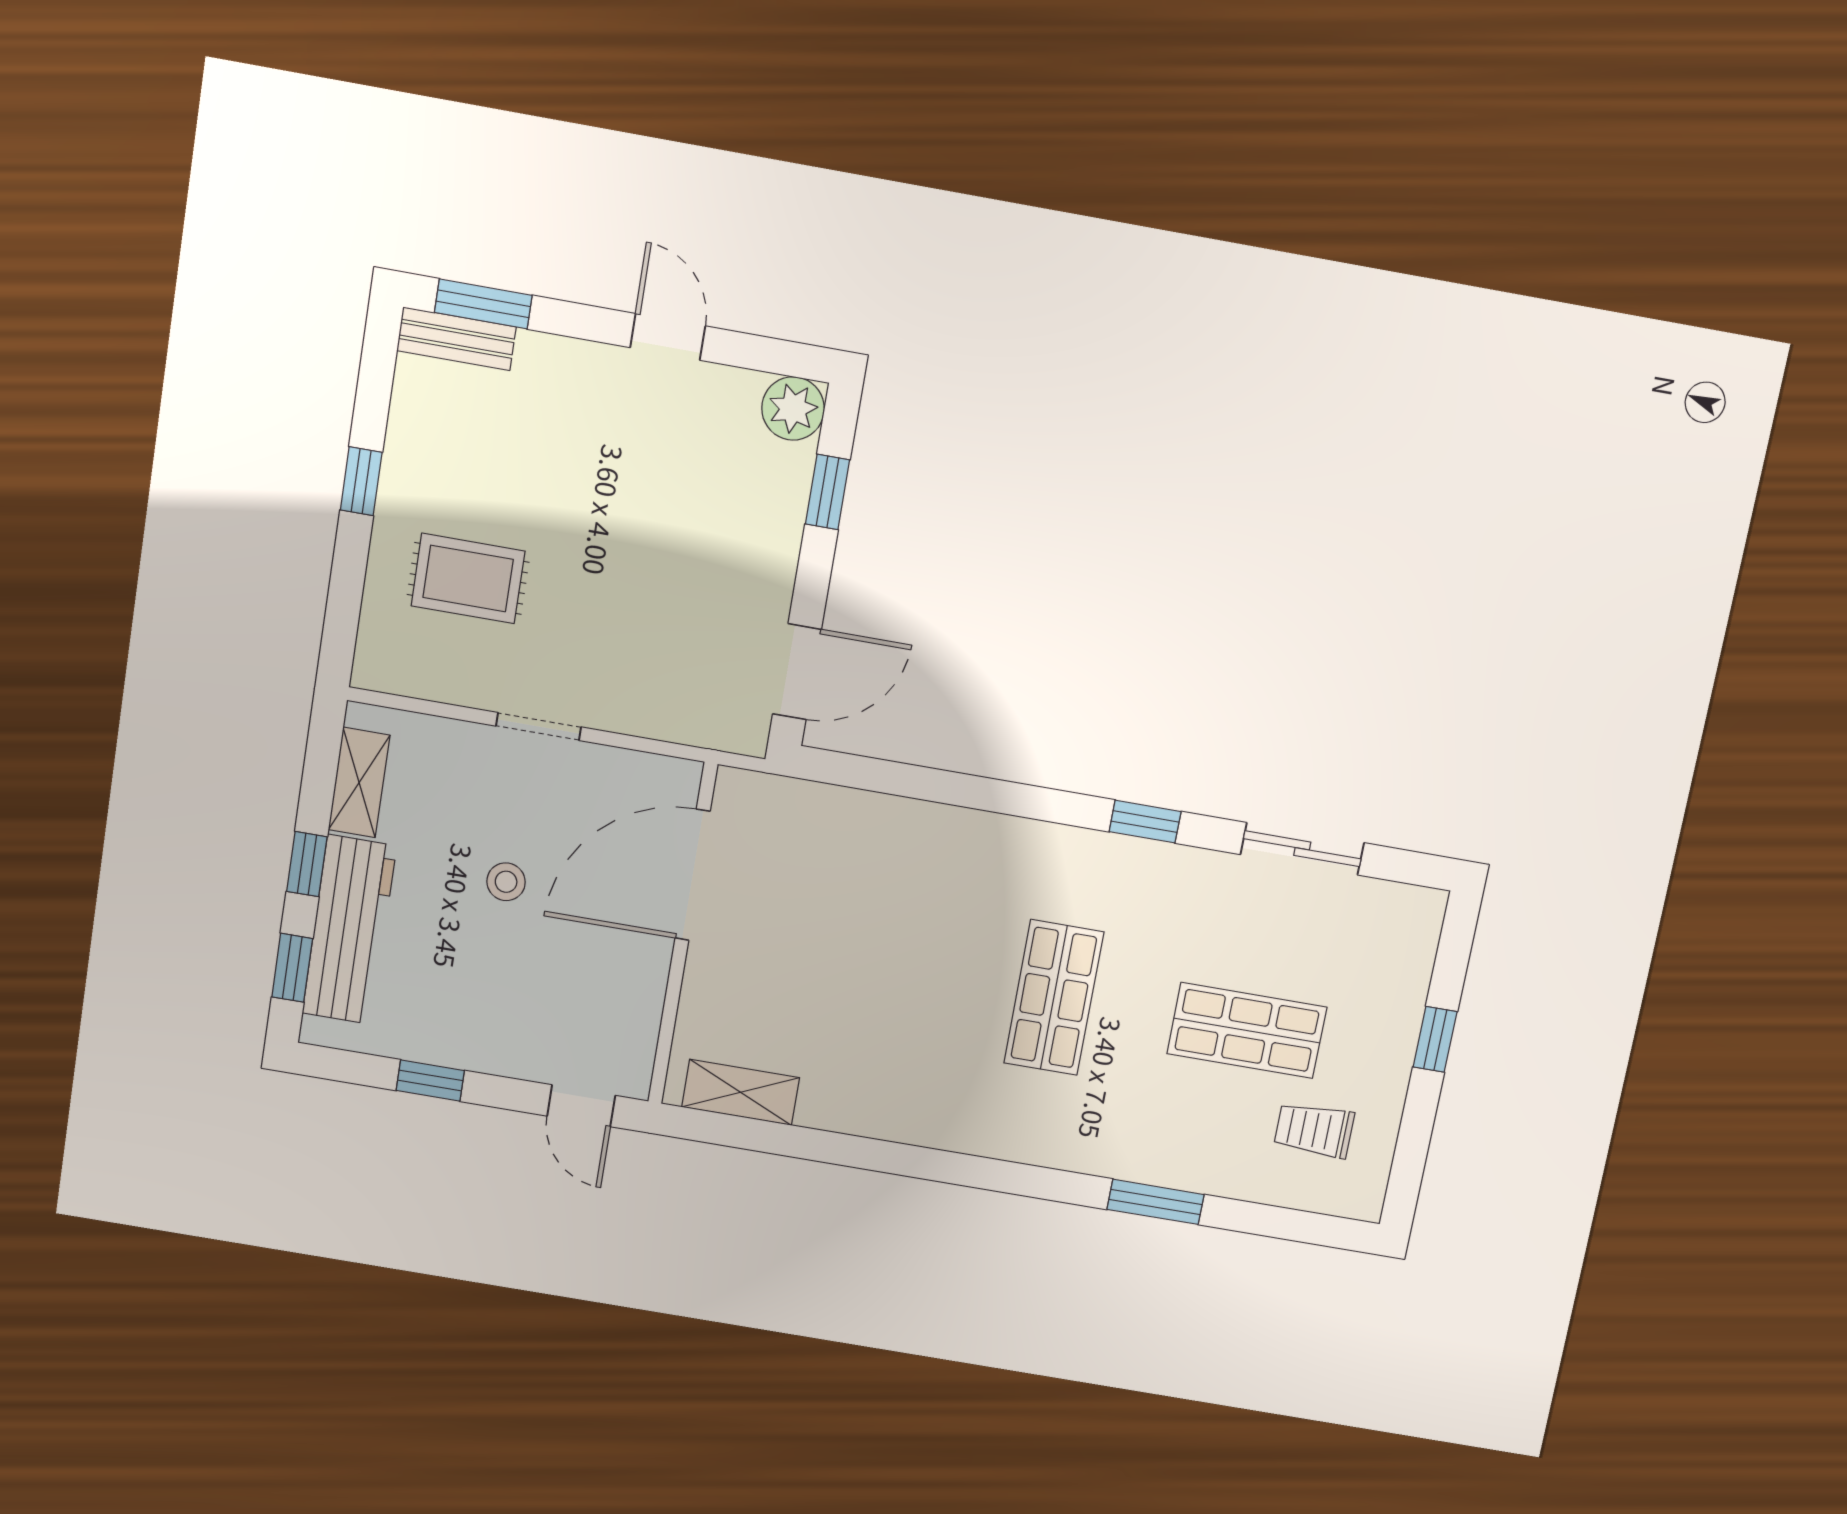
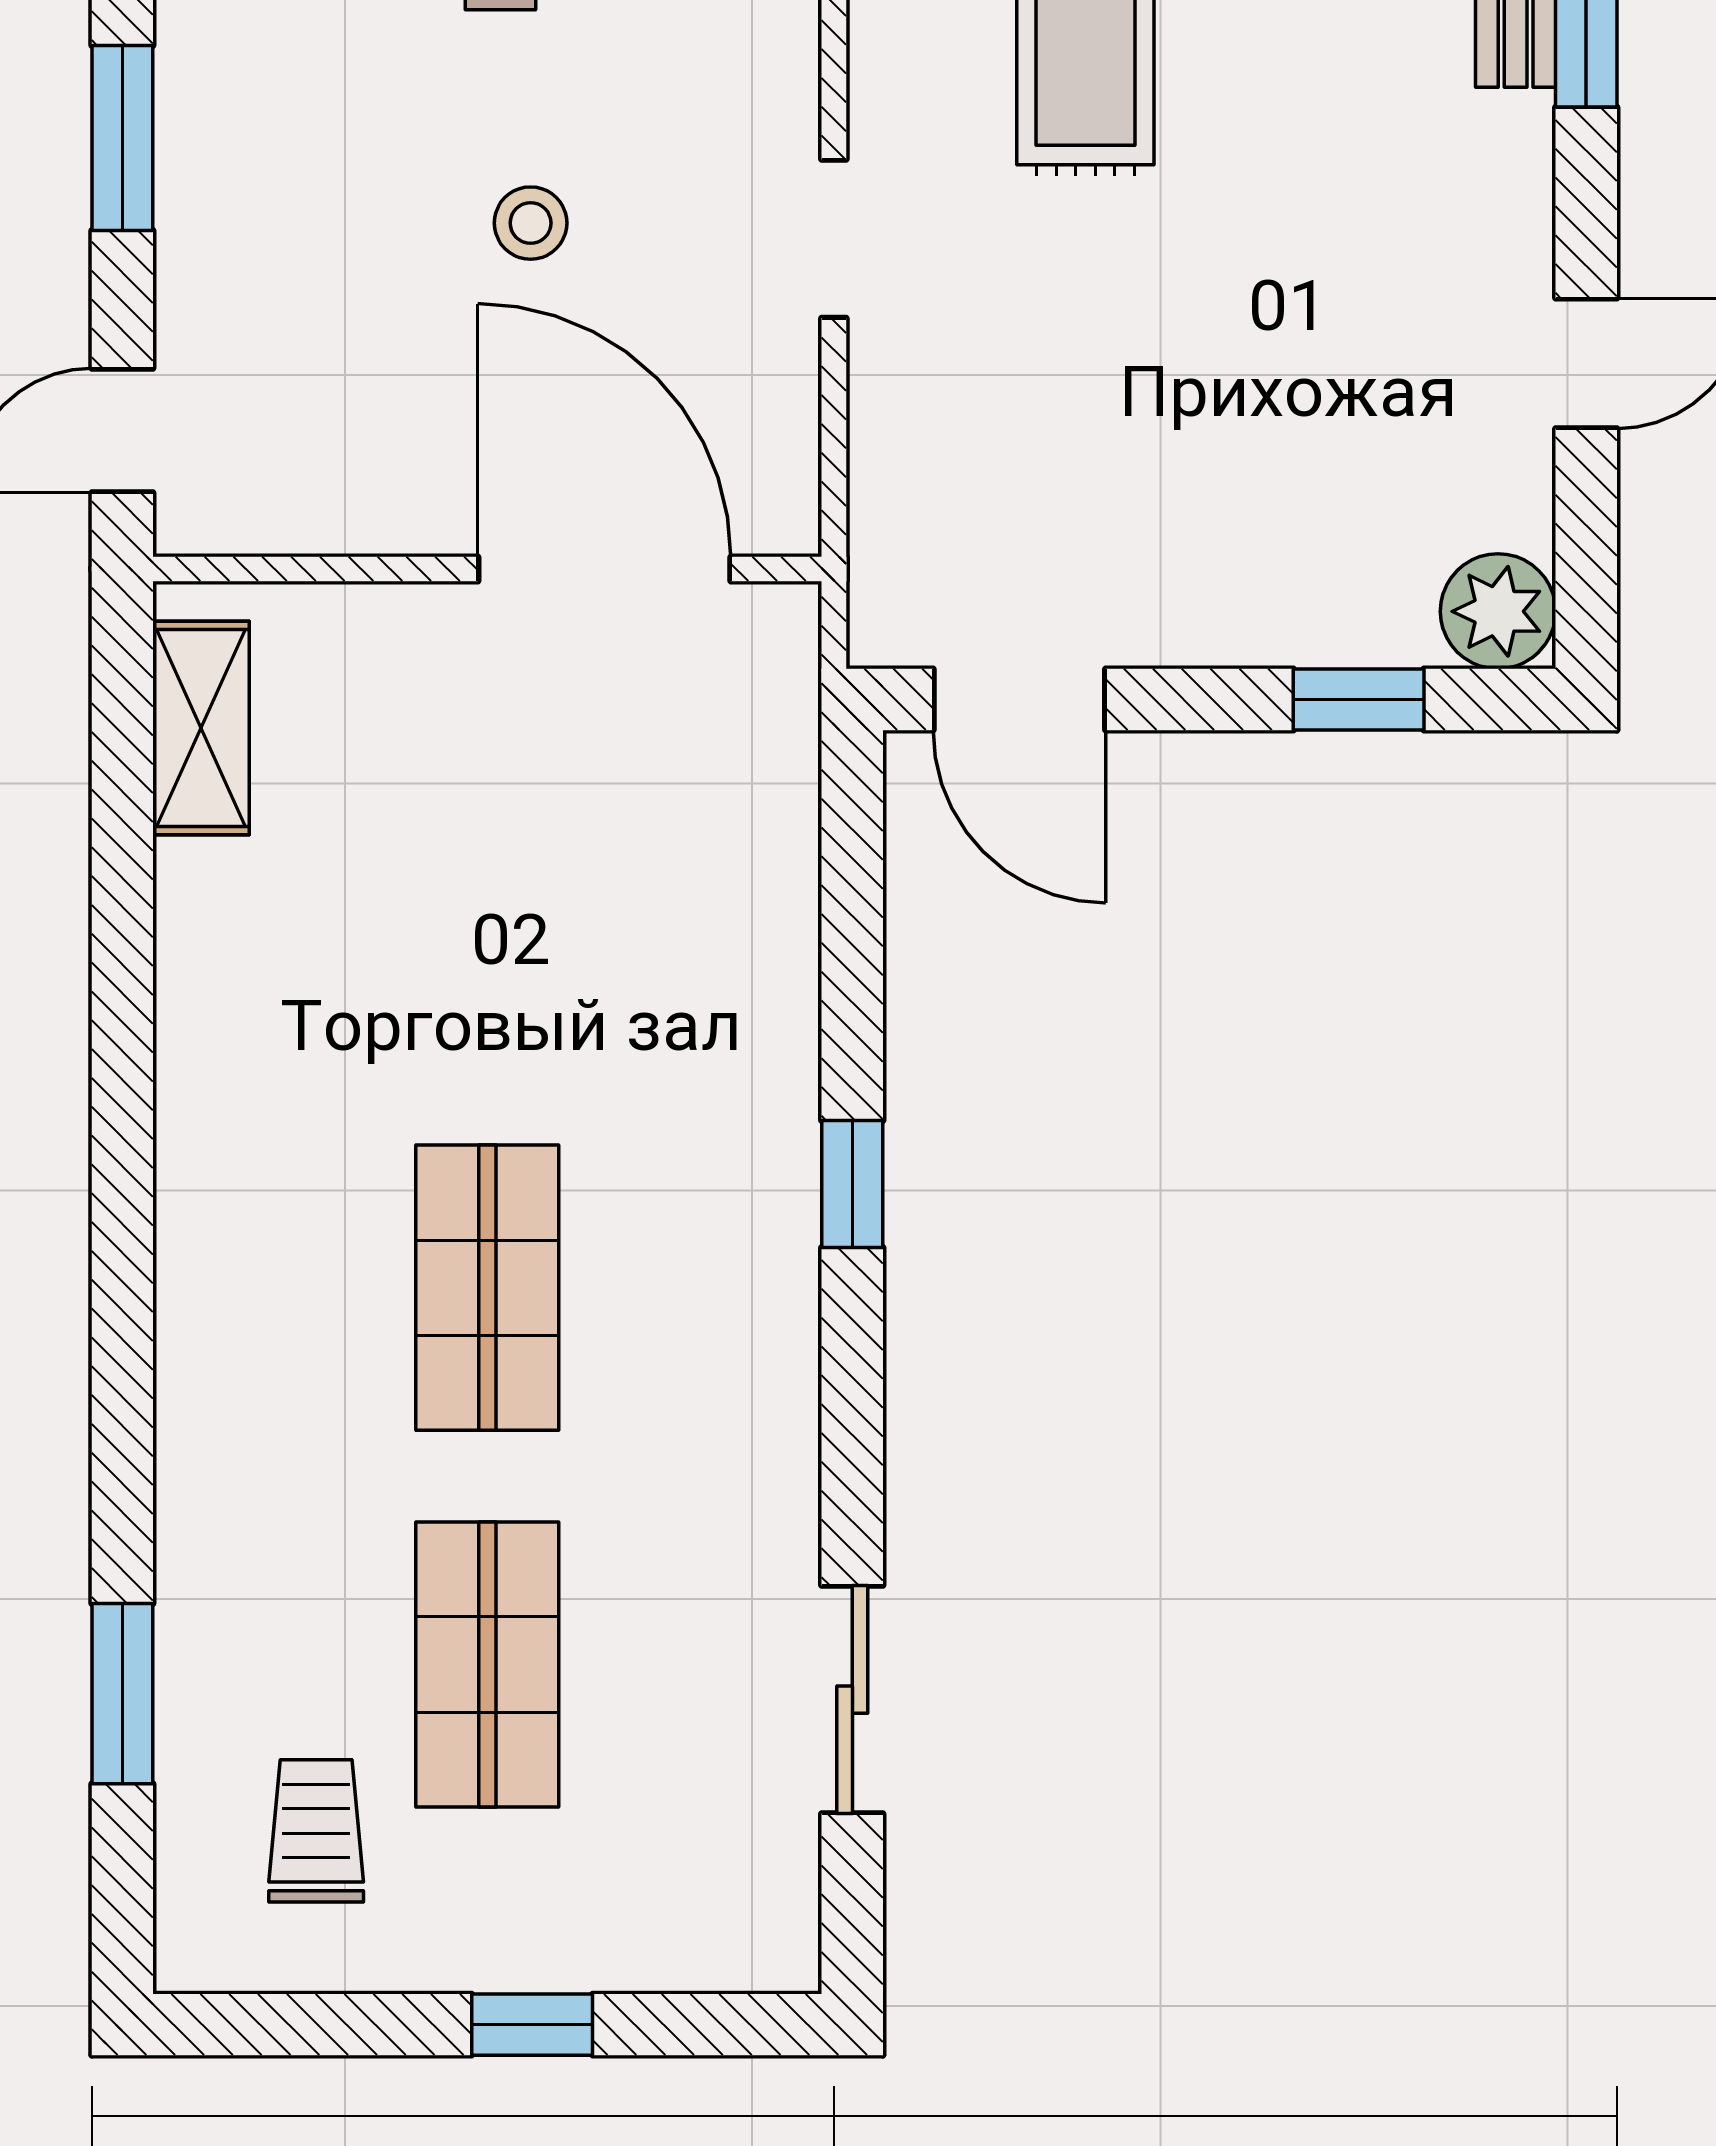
window: (1145, 822) -> (852, 1184), moved
shop shelf: (1054, 998) -> (487, 1288), turned 90
window: (430, 1080) -> (122, 138), width x1.50
window: (1155, 1202) -> (122, 1694), moved

